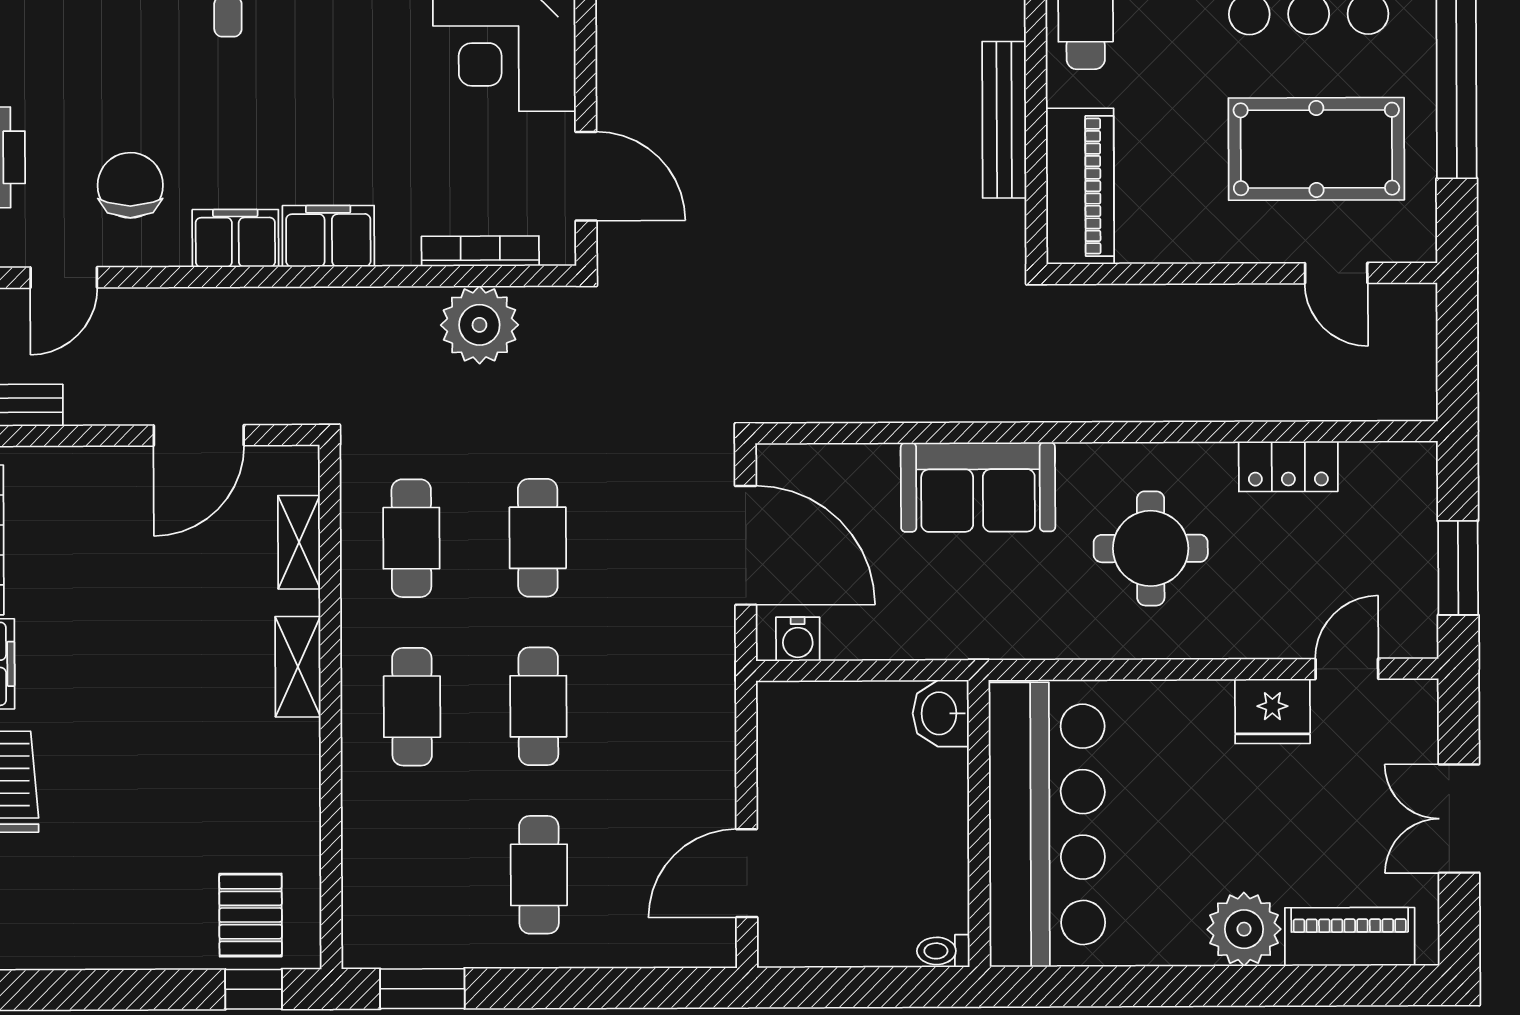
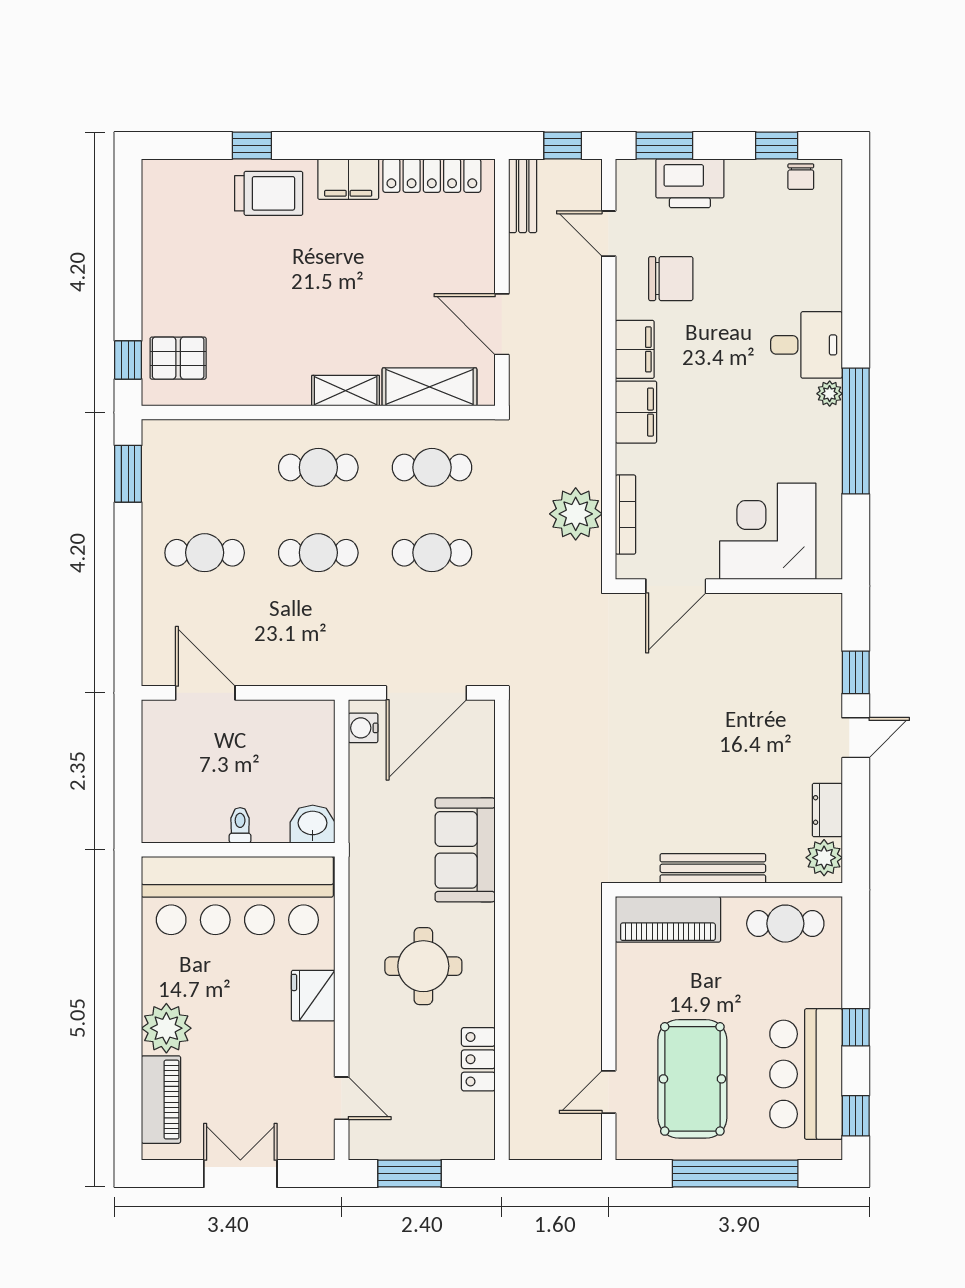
shelving: (299, 542) -> (429, 387), width x1.50, depth x1.33
fridge: (1272, 711) -> (313, 996), moved
toilet: (943, 951) -> (240, 825), moved

